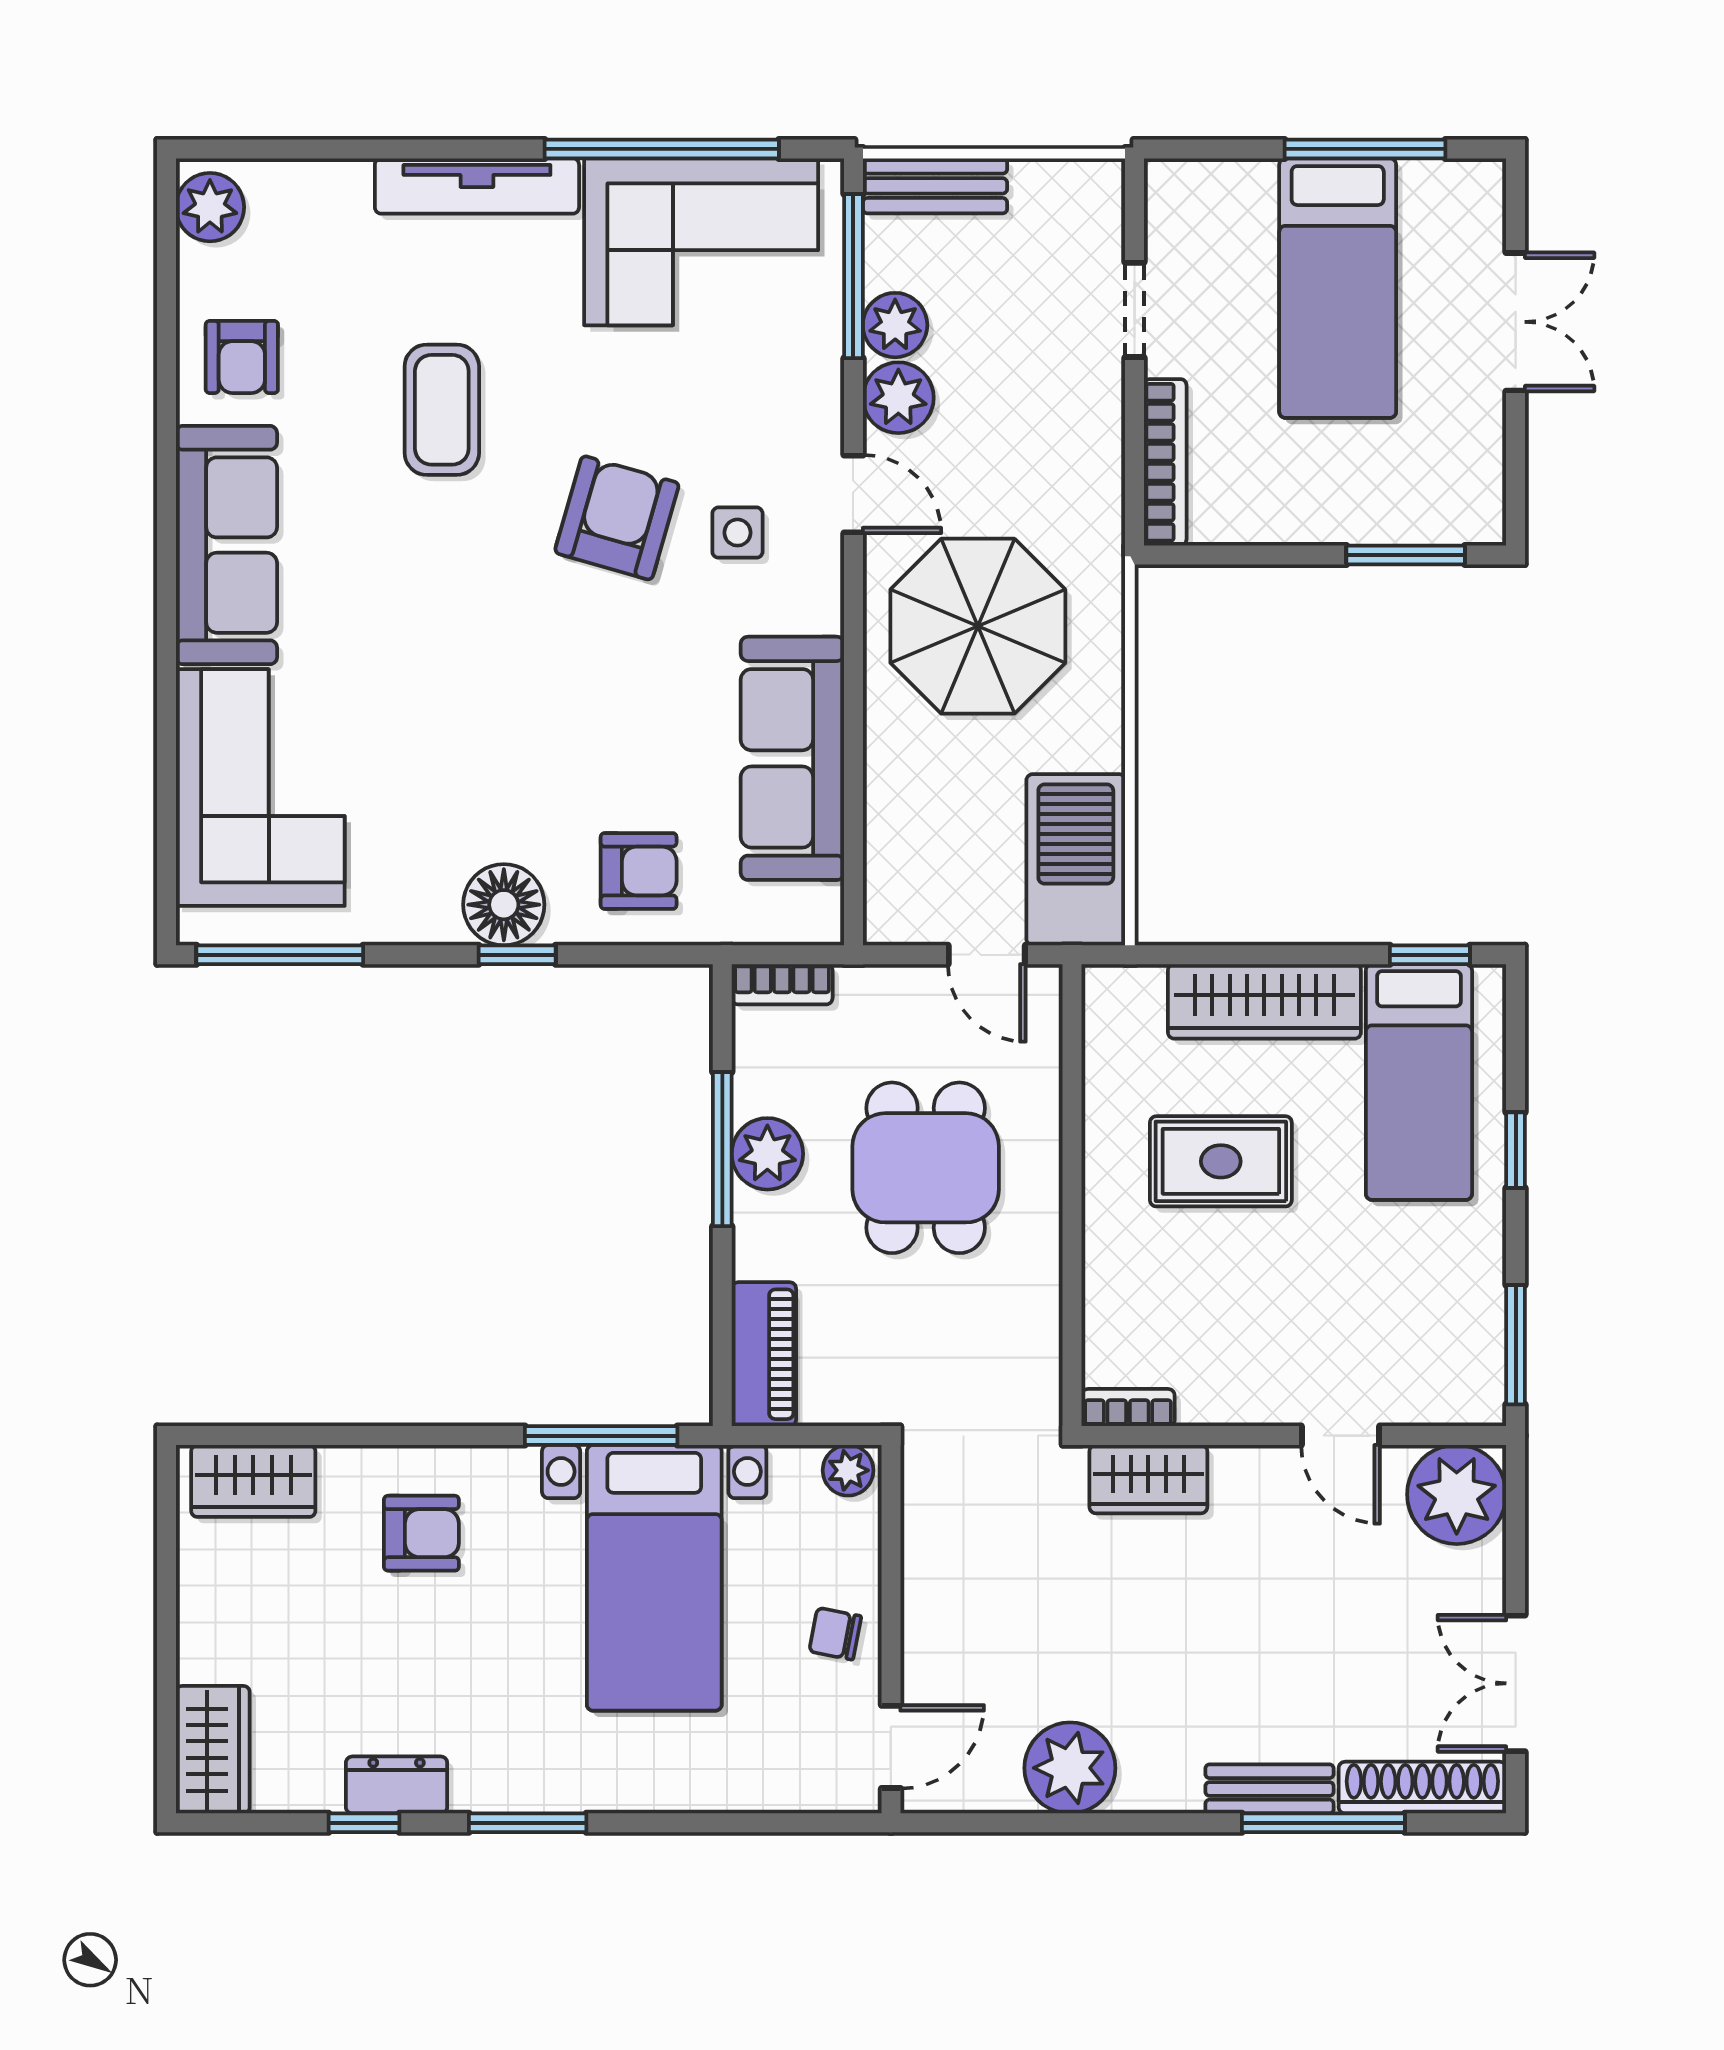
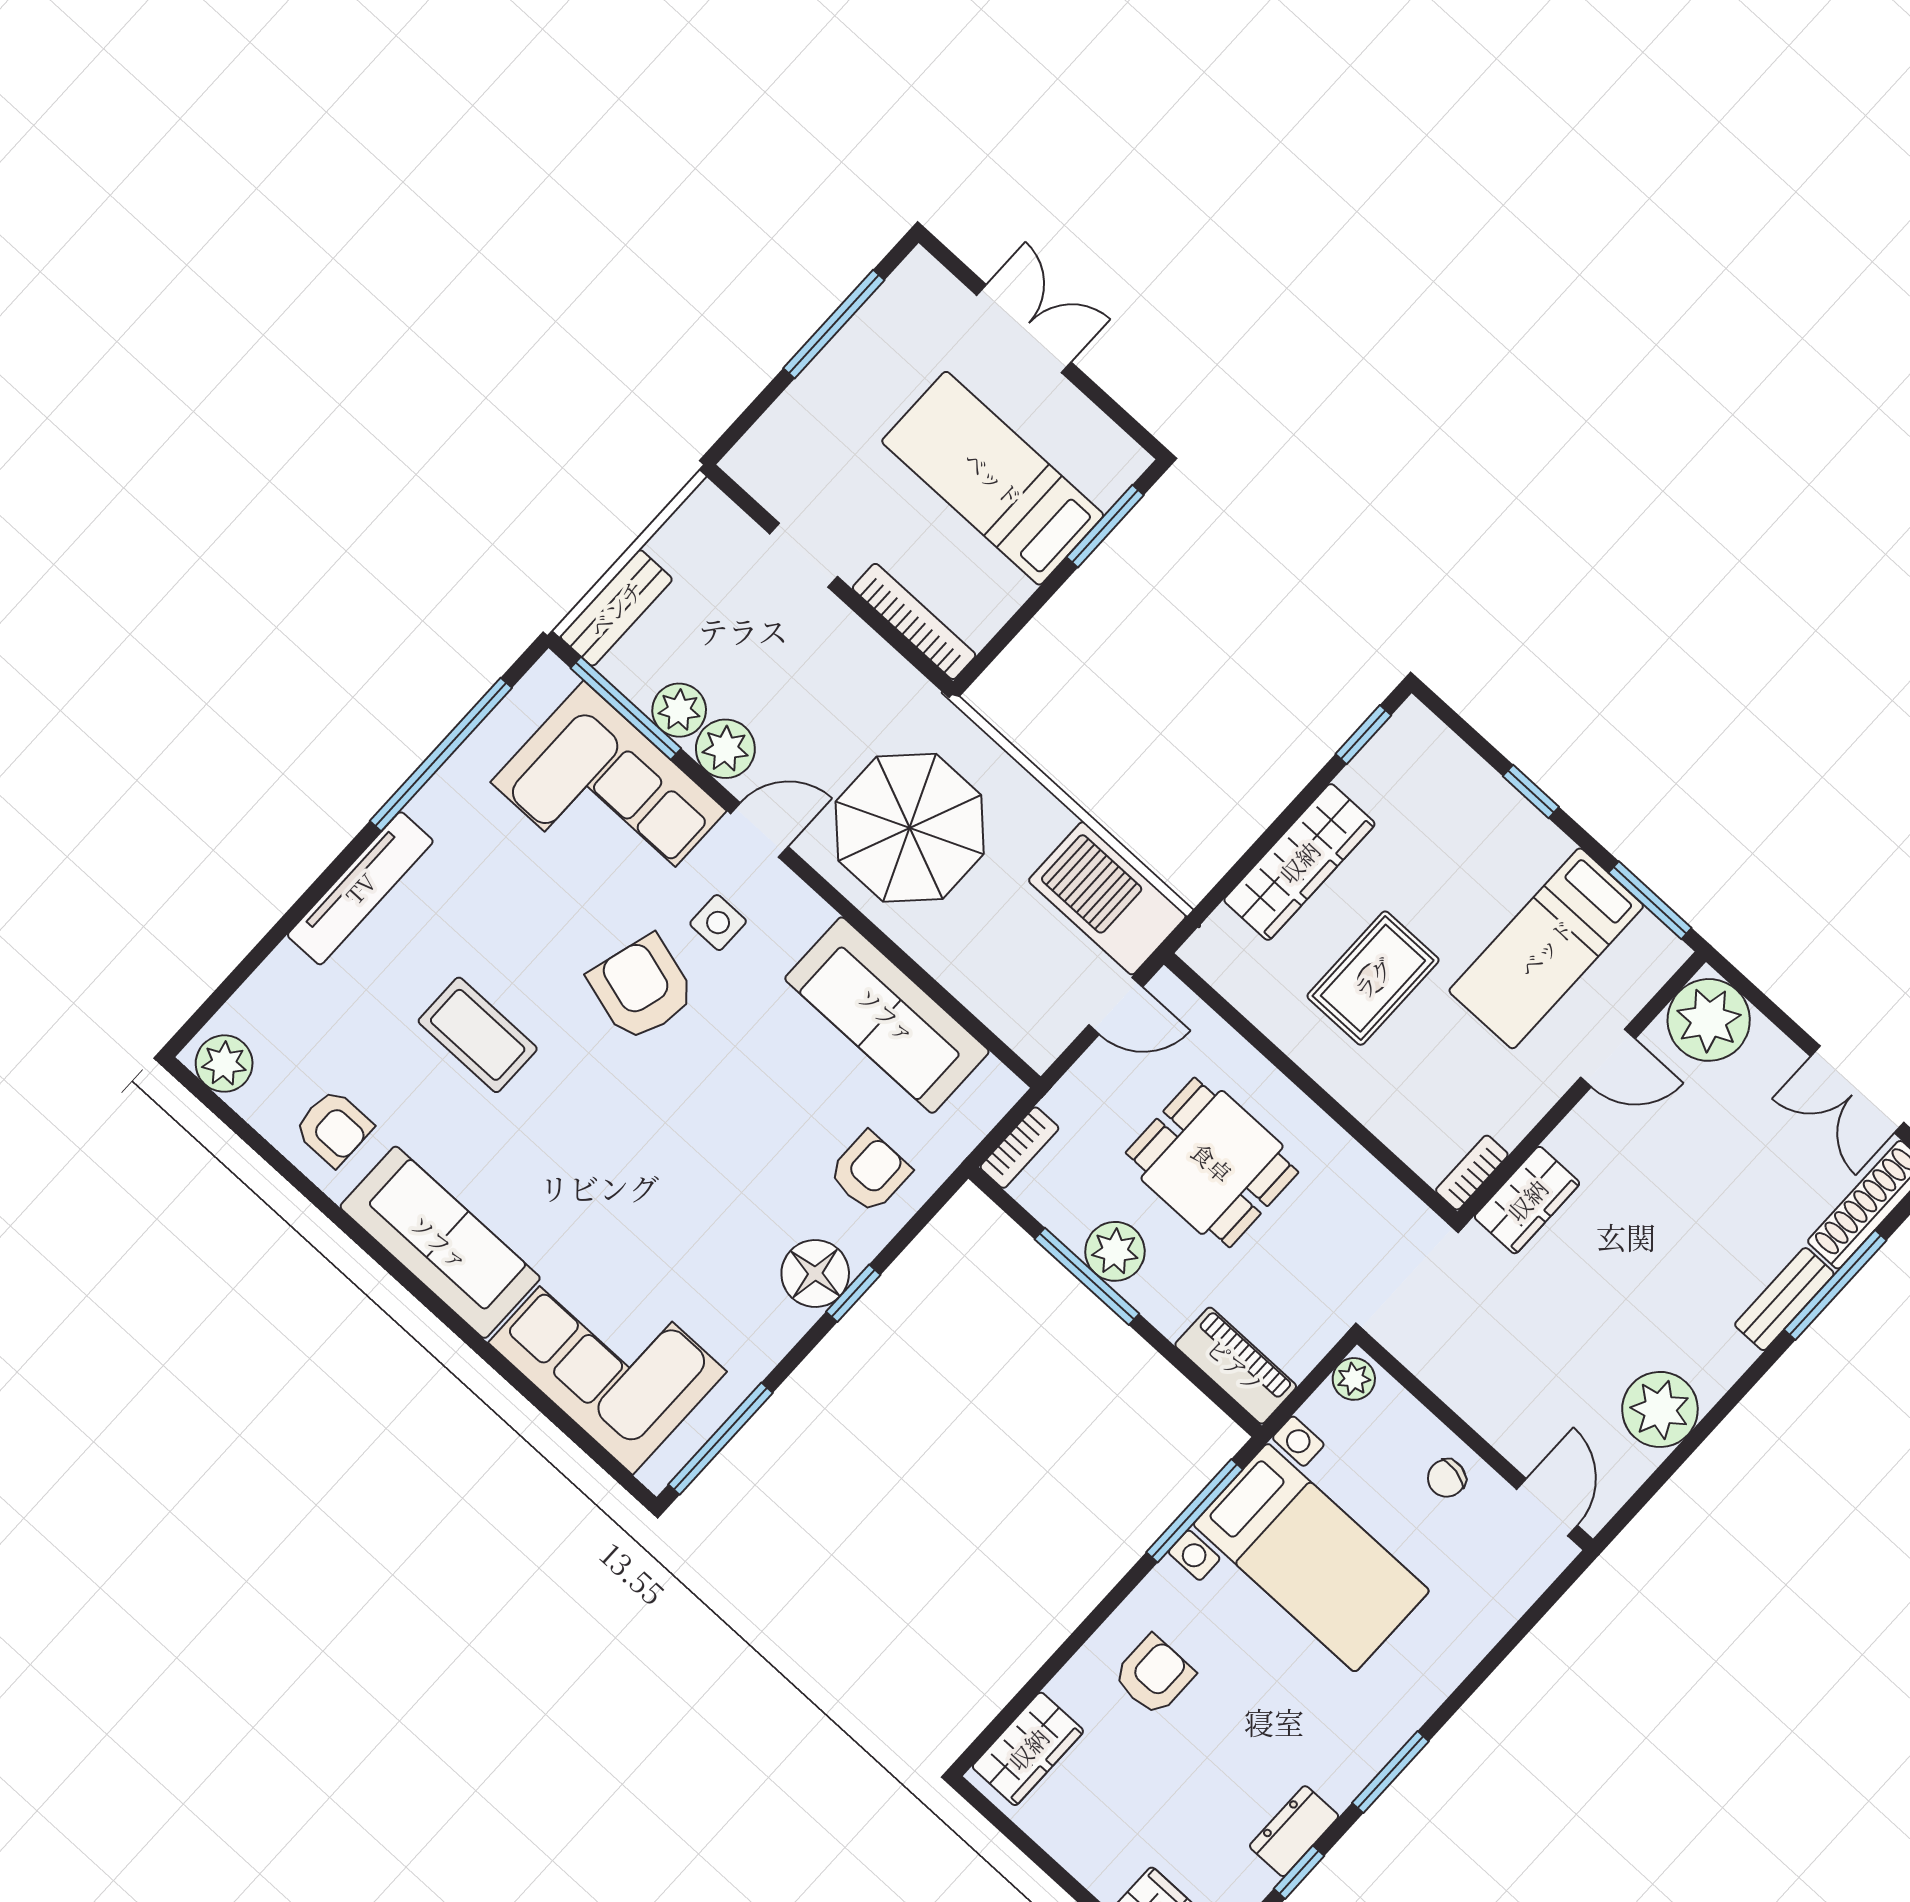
corner sofa: (701, 242) -> (608, 797), moved, turned 90
bed: (1338, 288) -> (993, 478), moved, turned 180
bed: (1419, 1082) -> (1546, 948), moved, turned 90

